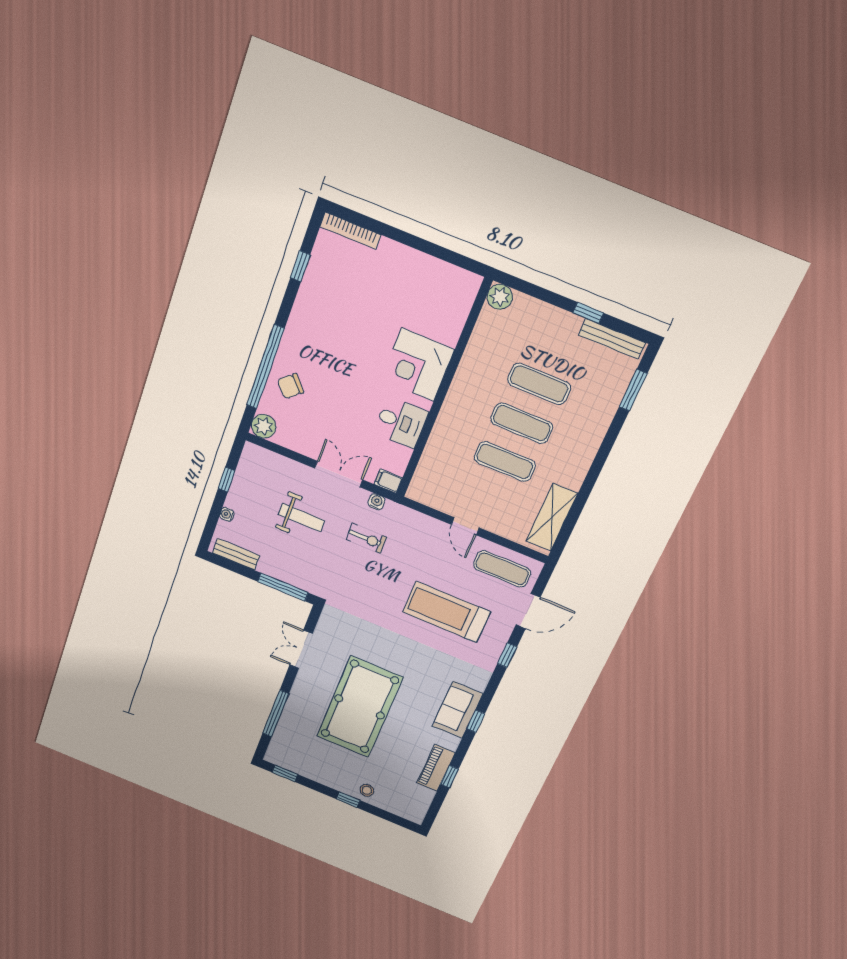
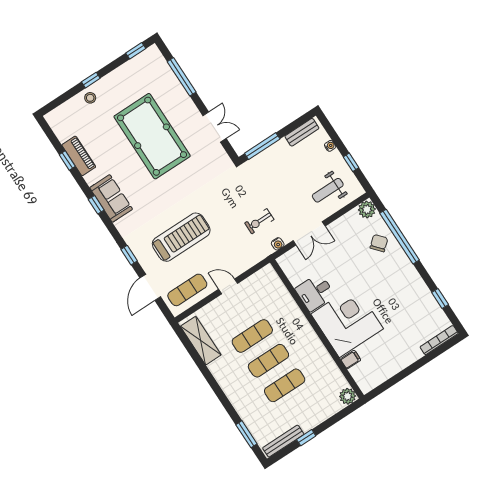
corner desk: (418, 365) -> (347, 321), width x1.36, depth x1.36
filing cabinet: (388, 481) -> (351, 360), moved
weight bench: (301, 518) -> (328, 190), moved

